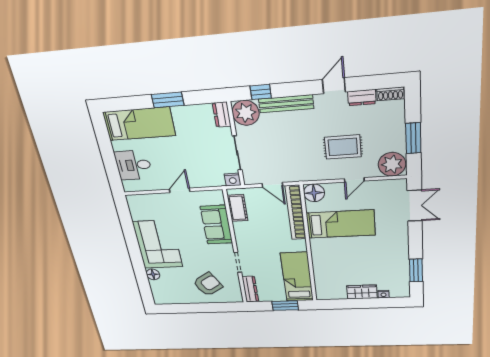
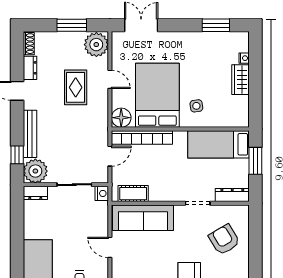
window: (168, 100) -> (17, 240), removed
bed: (341, 224) -> (157, 95), width x1.50
sofa: (216, 225) -> (143, 218), width x1.36
side table: (333, 258) -> (196, 106), added

